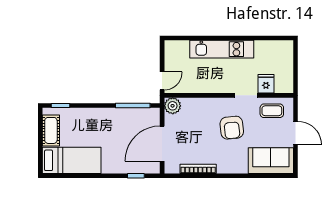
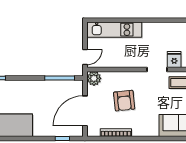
kitchen unit: (222, 49) -> (114, 30), moved
armchair: (232, 128) -> (124, 101), moved

